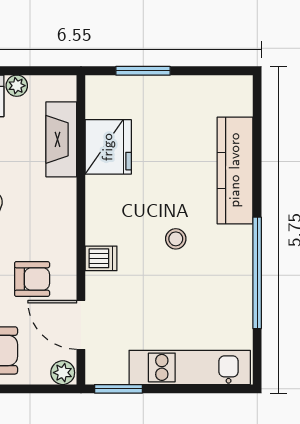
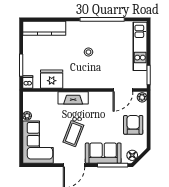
fireplace: (61, 139) -> (73, 98), moved
kitchen counter: (235, 170) -> (44, 28), moved
dishwasher: (101, 258) -> (28, 82), moved
armchair: (32, 279) -> (105, 110), removed

